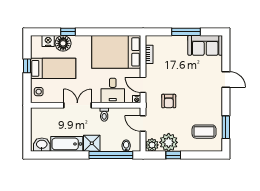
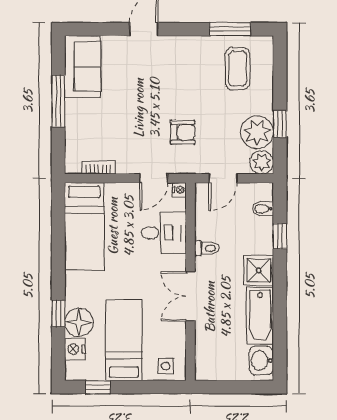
bed: (116, 52) -> (84, 226), width x0.67
window: (27, 66) -> (98, 387), moved
window: (111, 155) -> (280, 236), width x0.32

